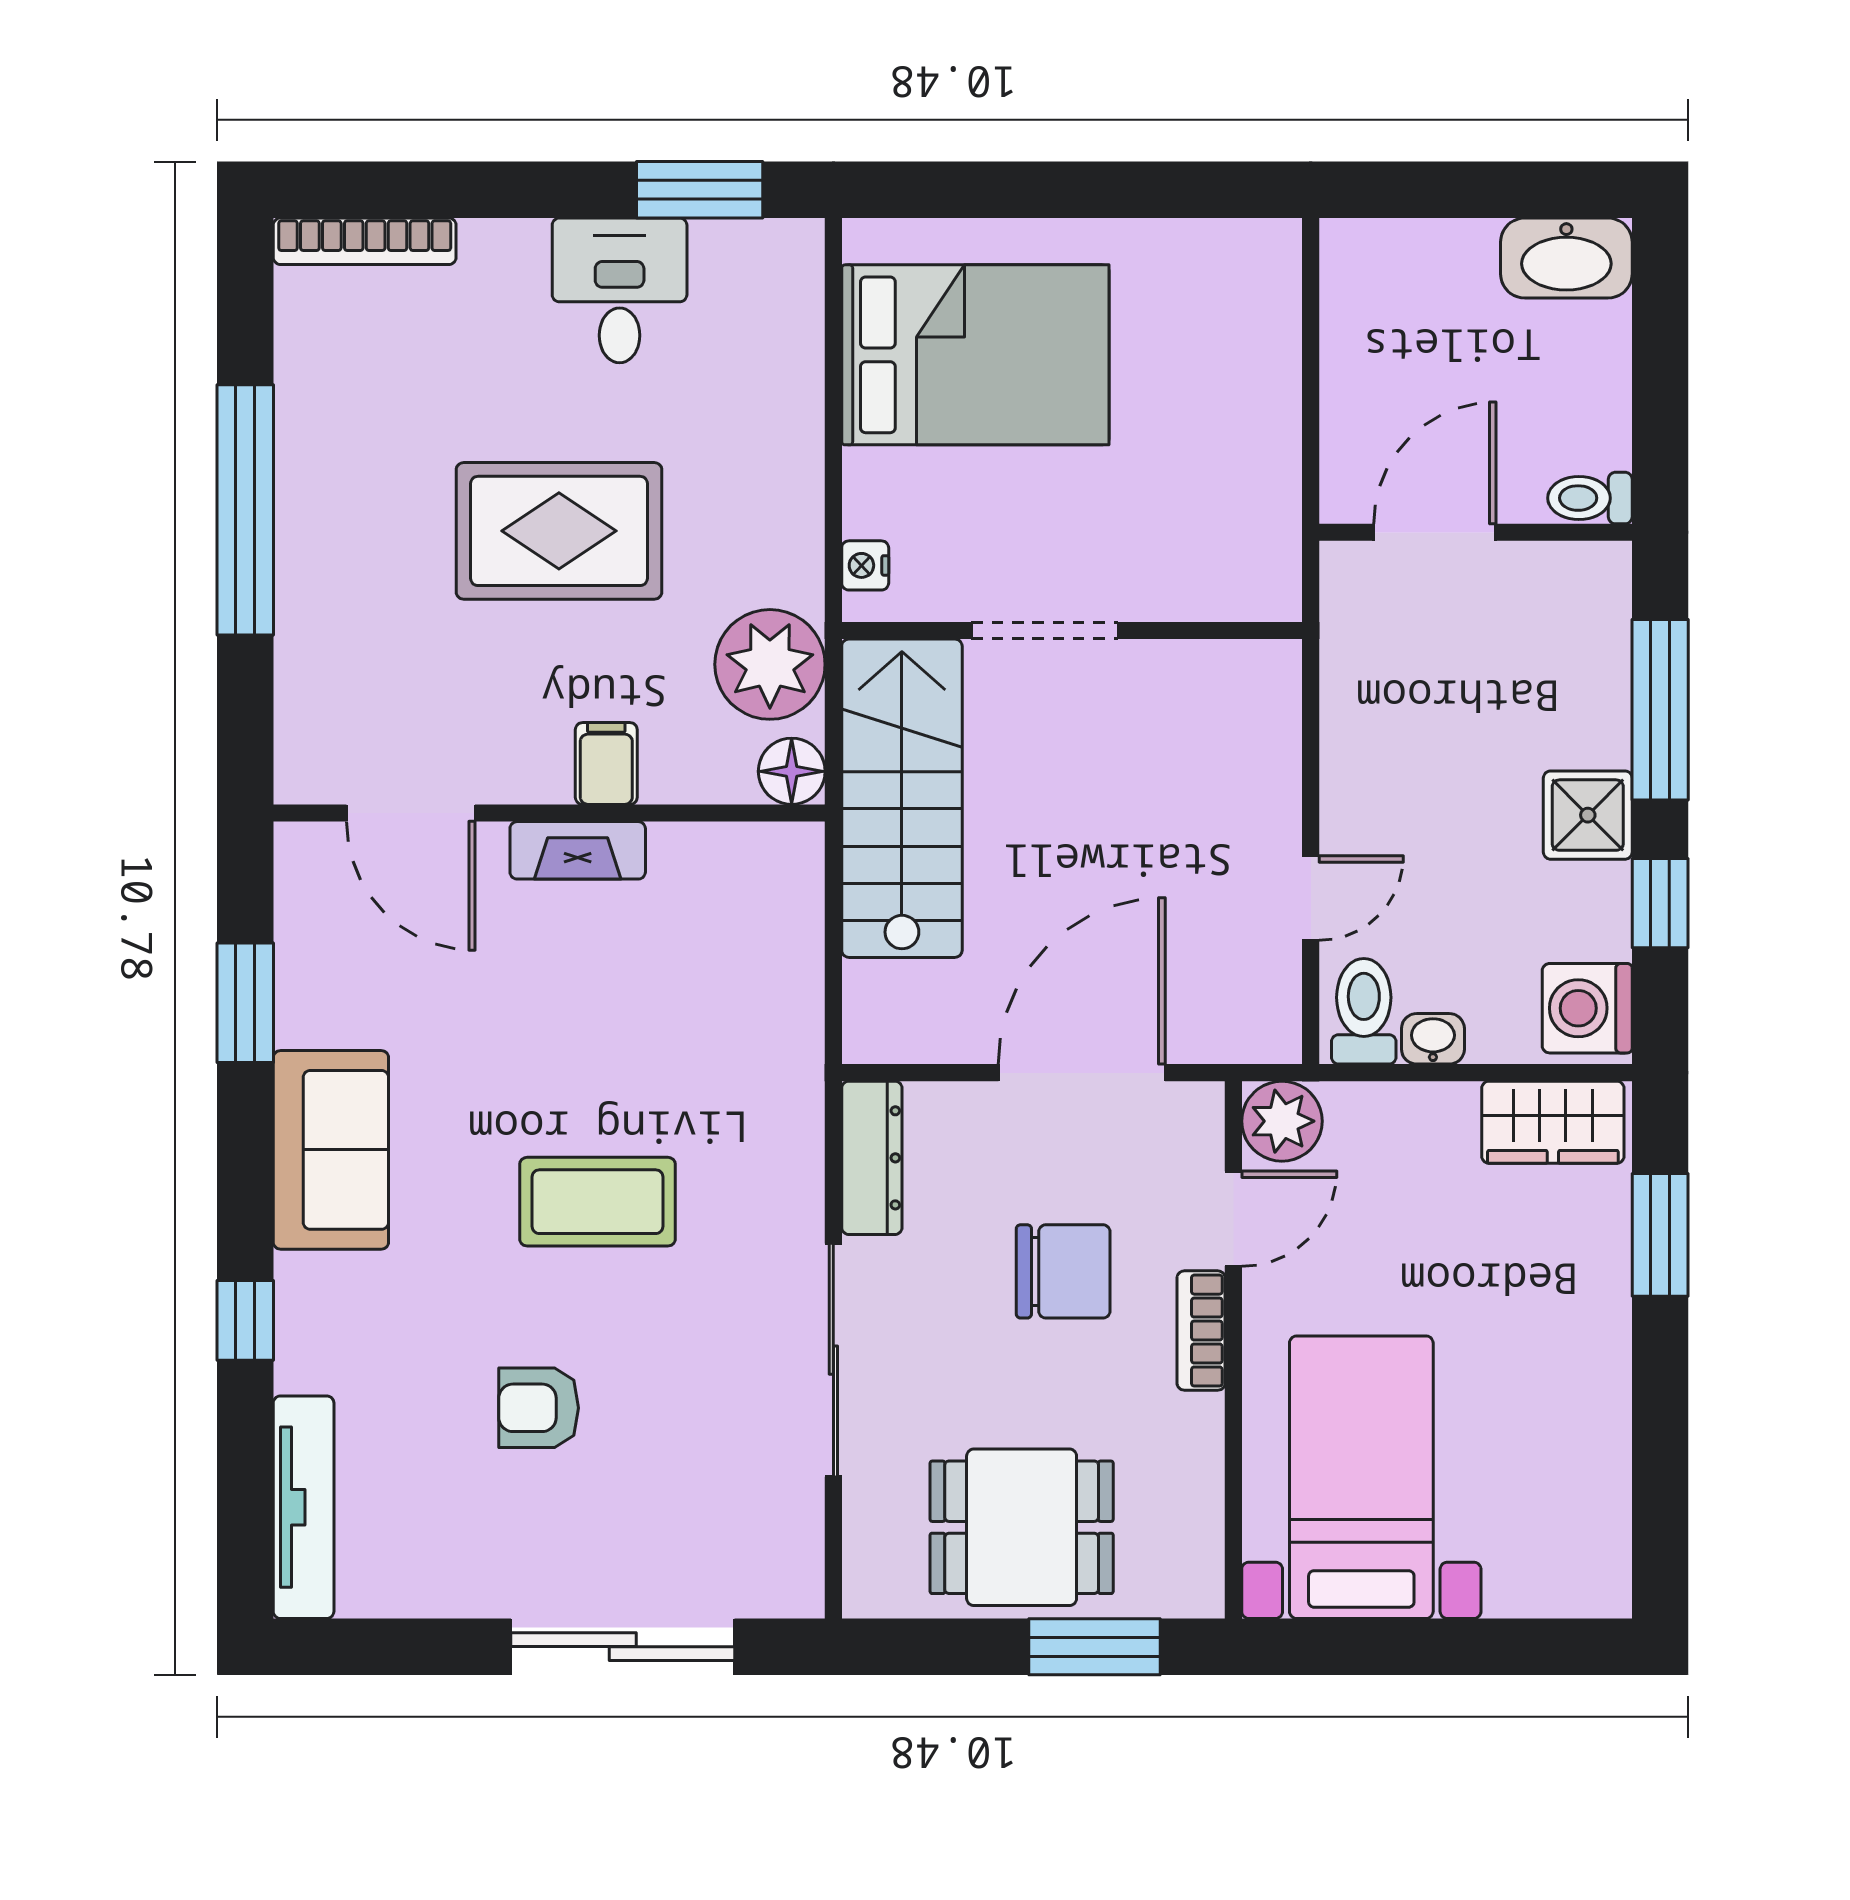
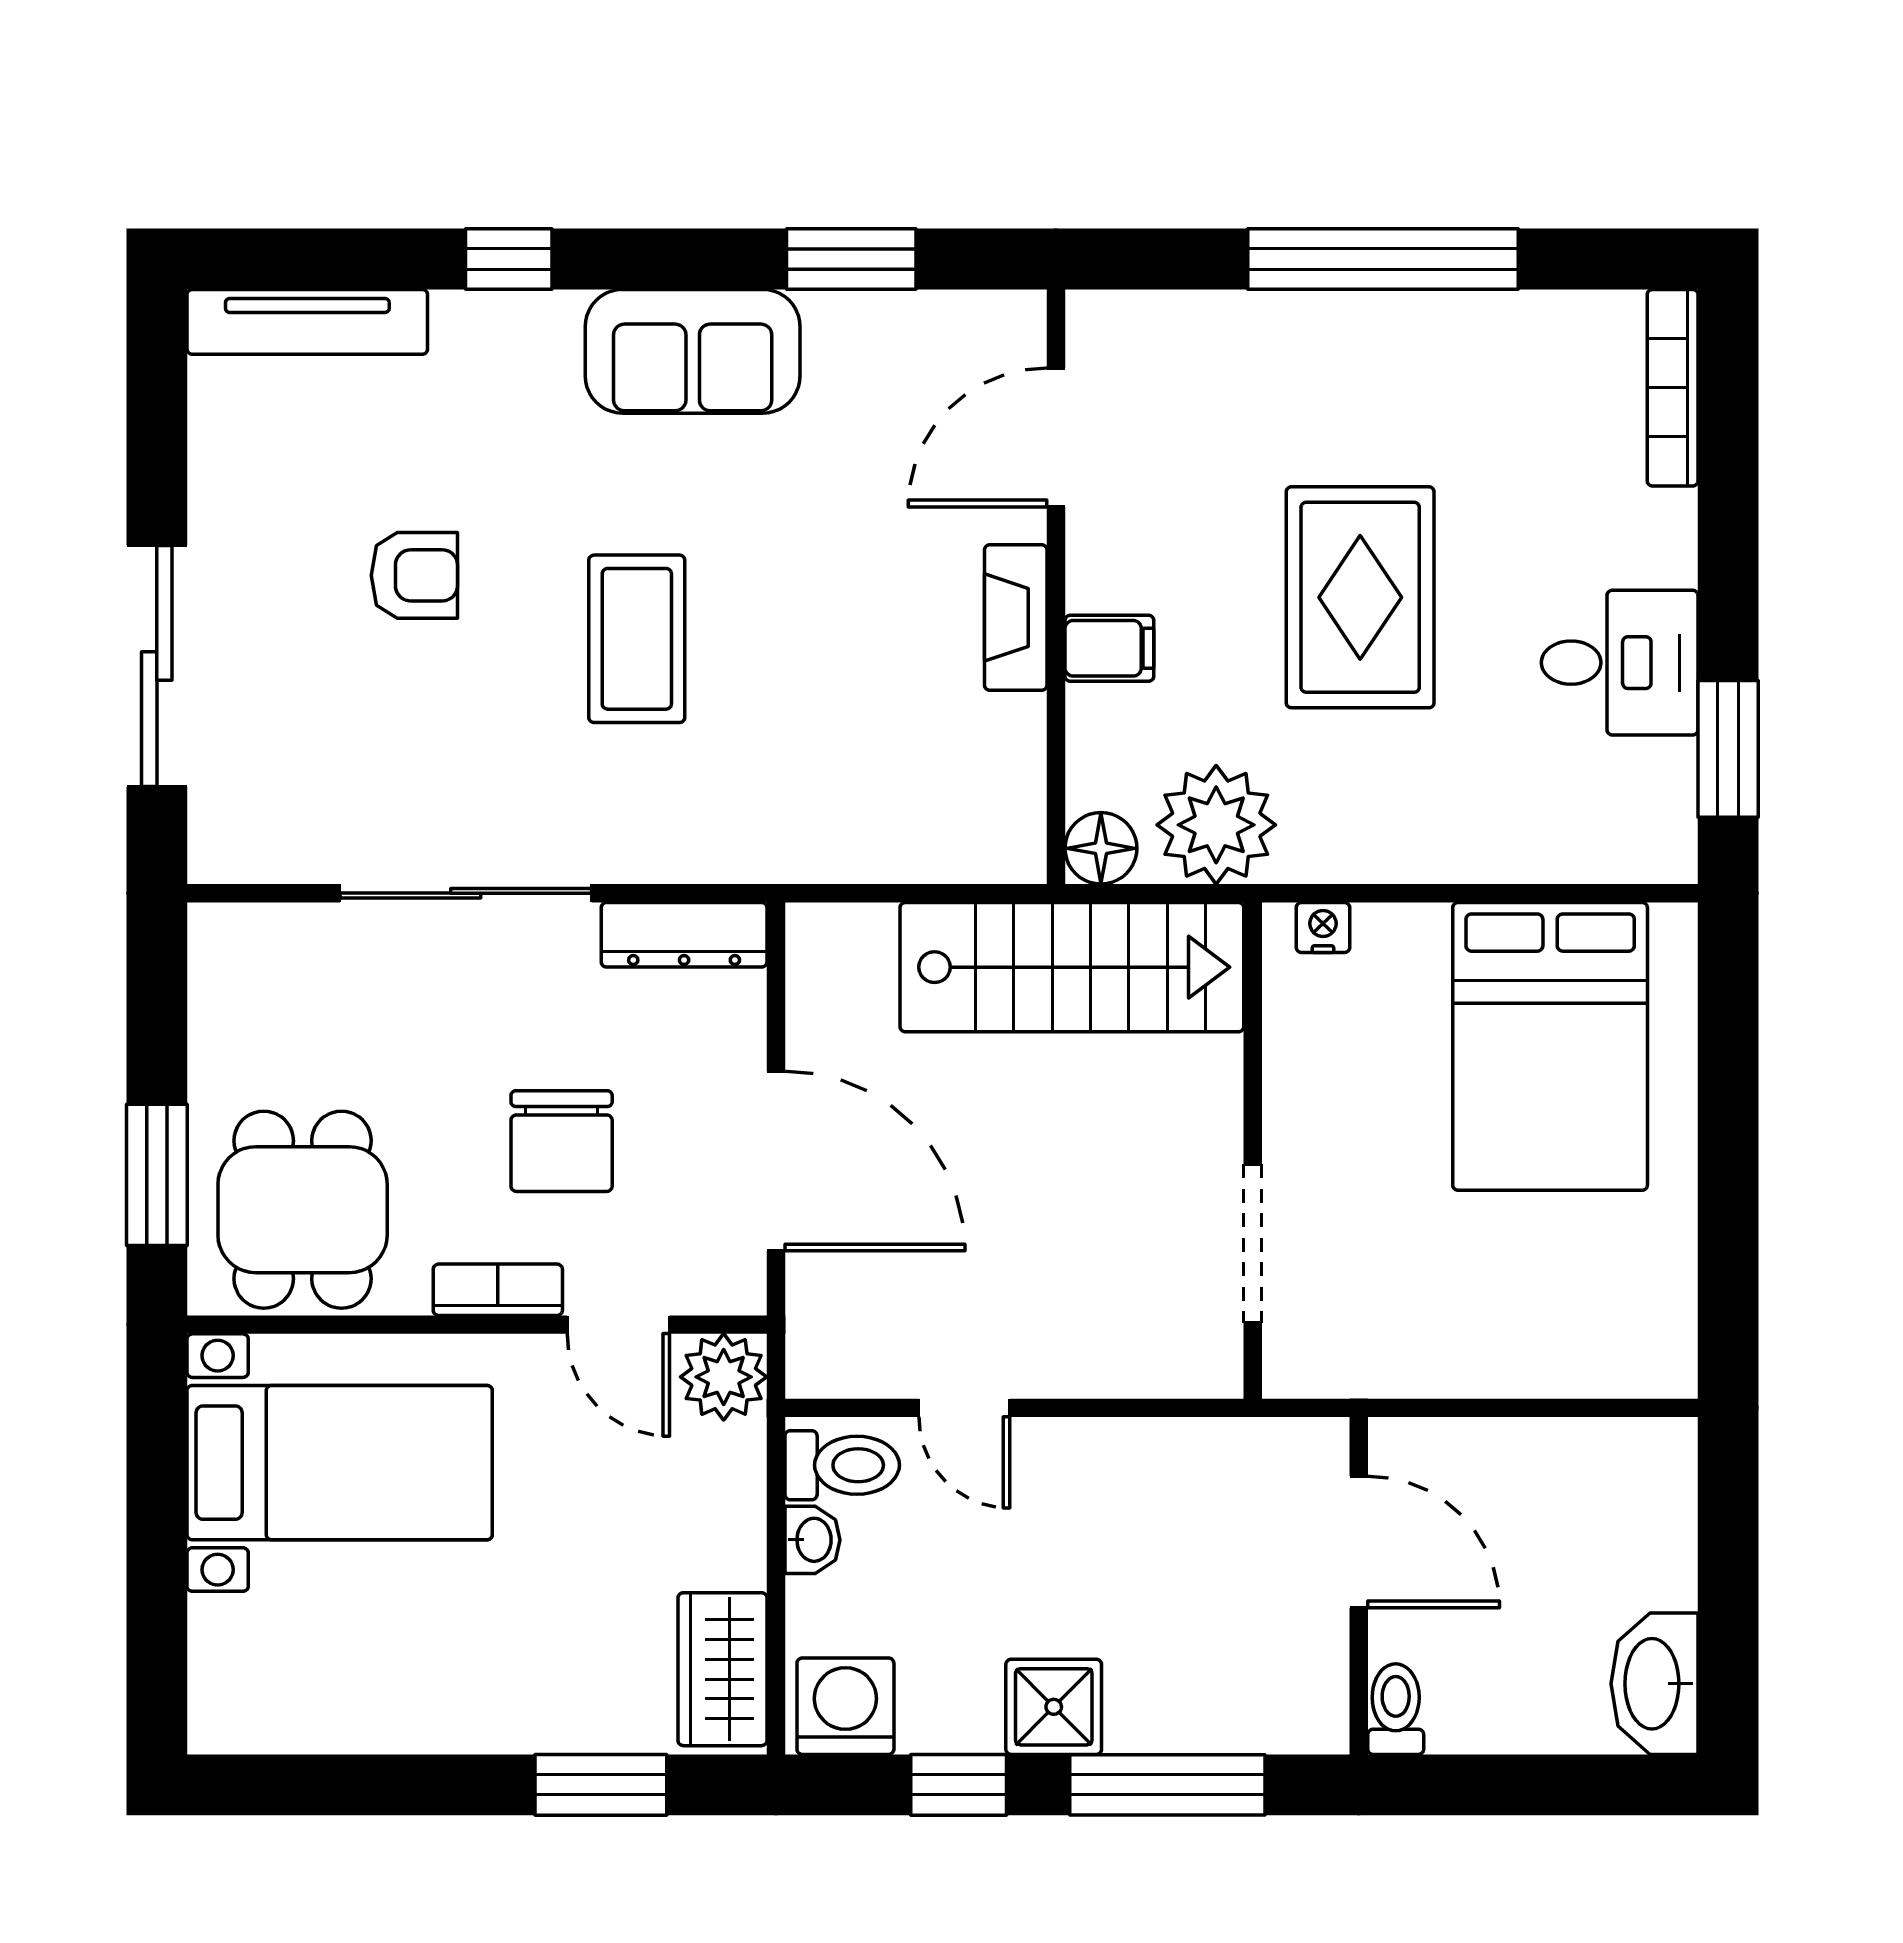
doorway: (1045, 631) -> (1253, 1243), moved
armchair: (539, 1408) -> (414, 575), turned 90
dining table: (1022, 1527) -> (303, 1210), moved

